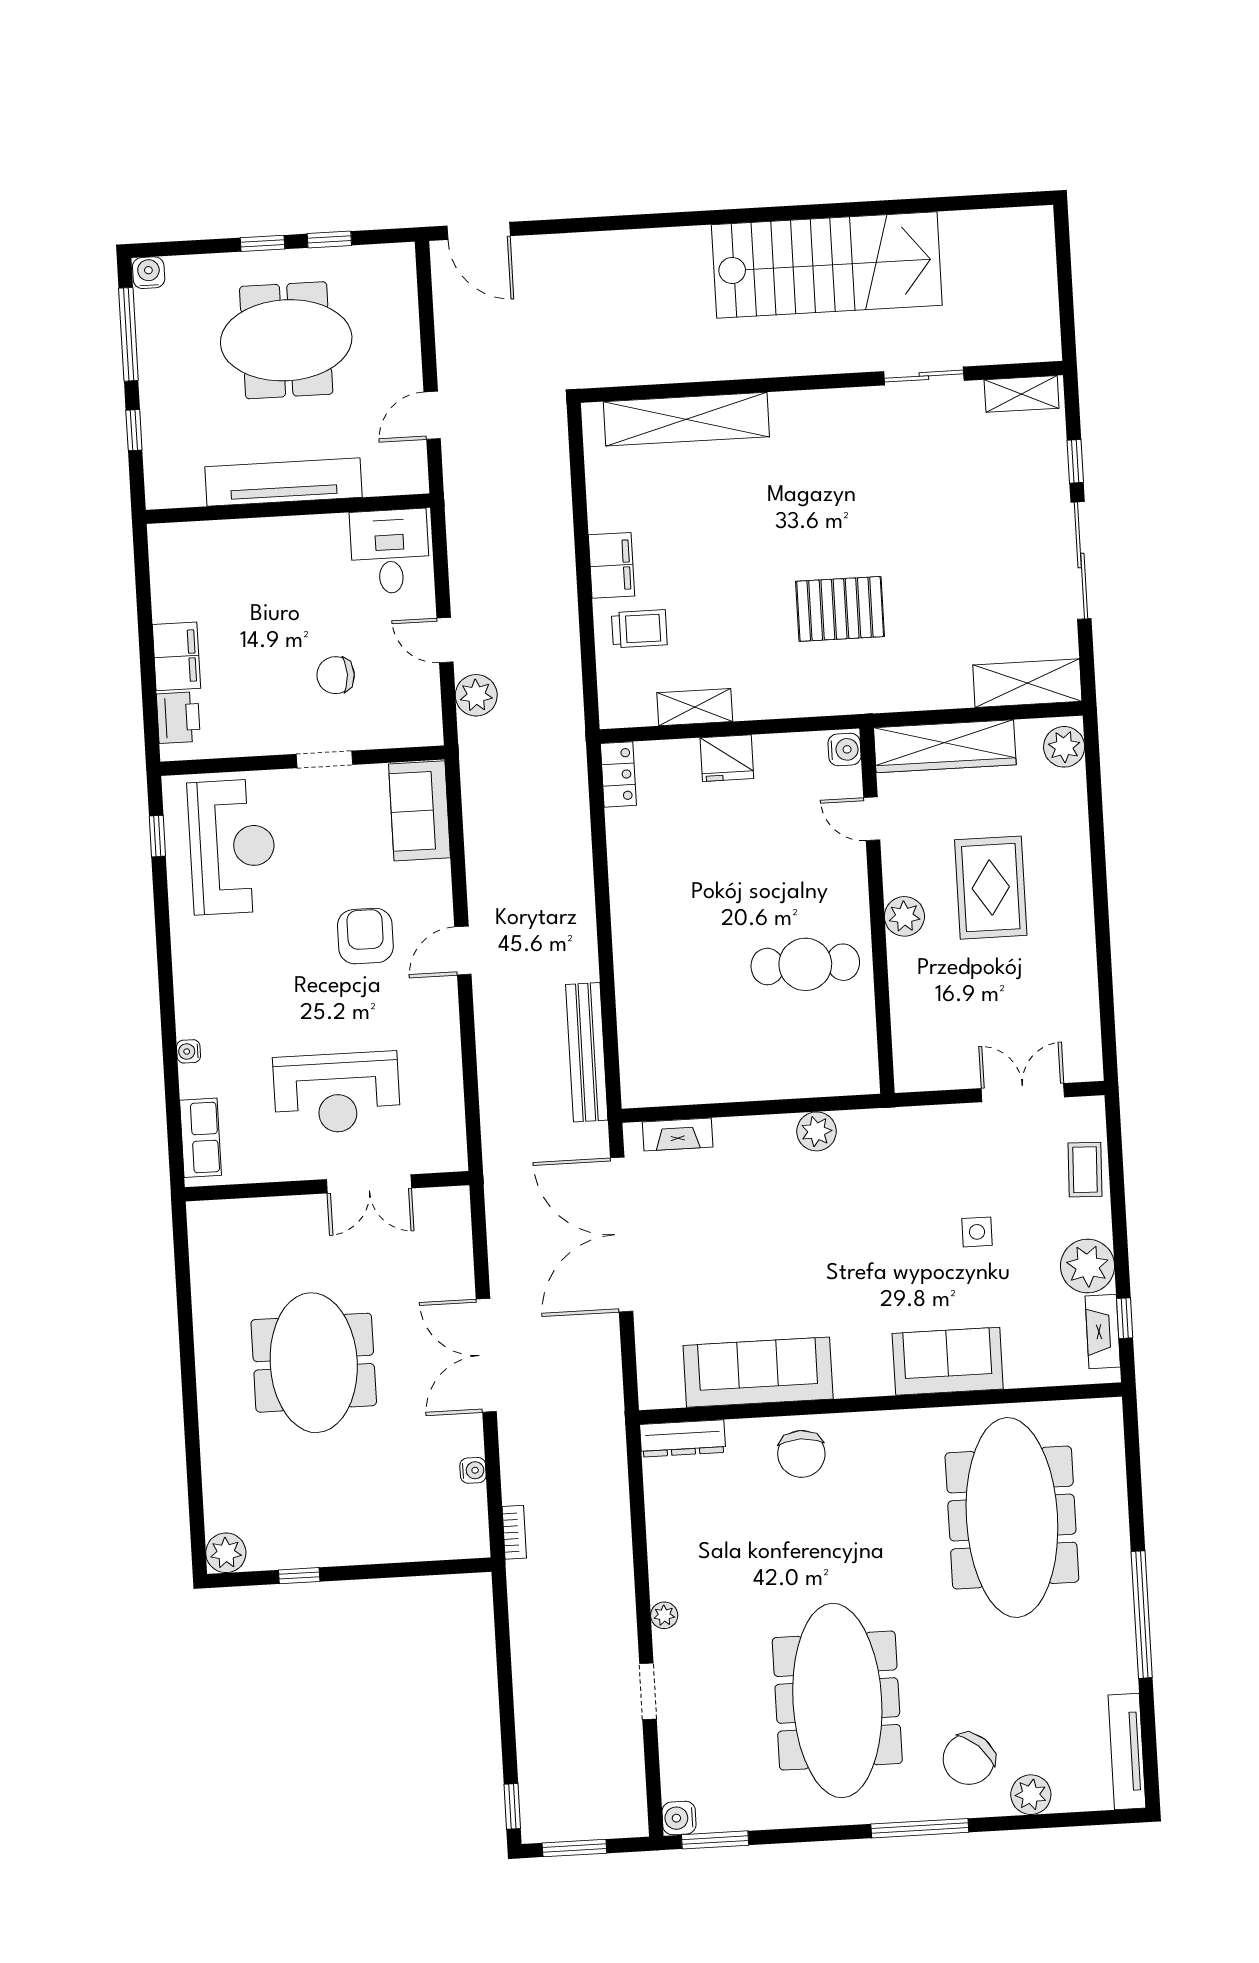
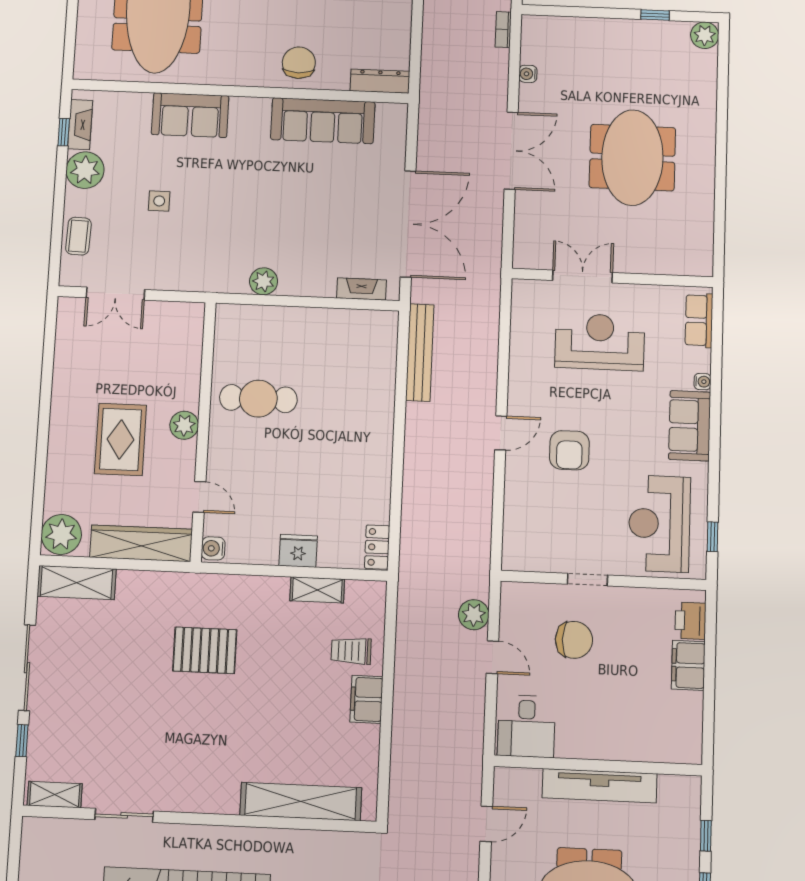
chair: (336, 675) -> (574, 640), width x1.37, depth x1.37
plant: (1064, 747) -> (61, 534), width x1.36, depth x1.36
sofa: (420, 811) -> (690, 426), moved, turned 180

